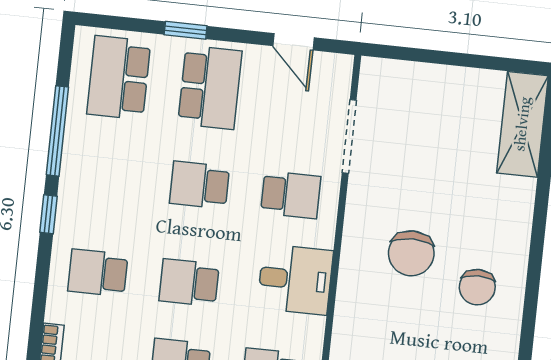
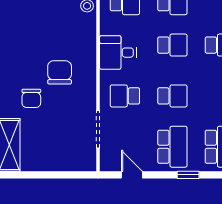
school desk: (210, 87) -> (172, 147), turned 180
chair: (477, 287) -> (31, 98), moved, turned 180

